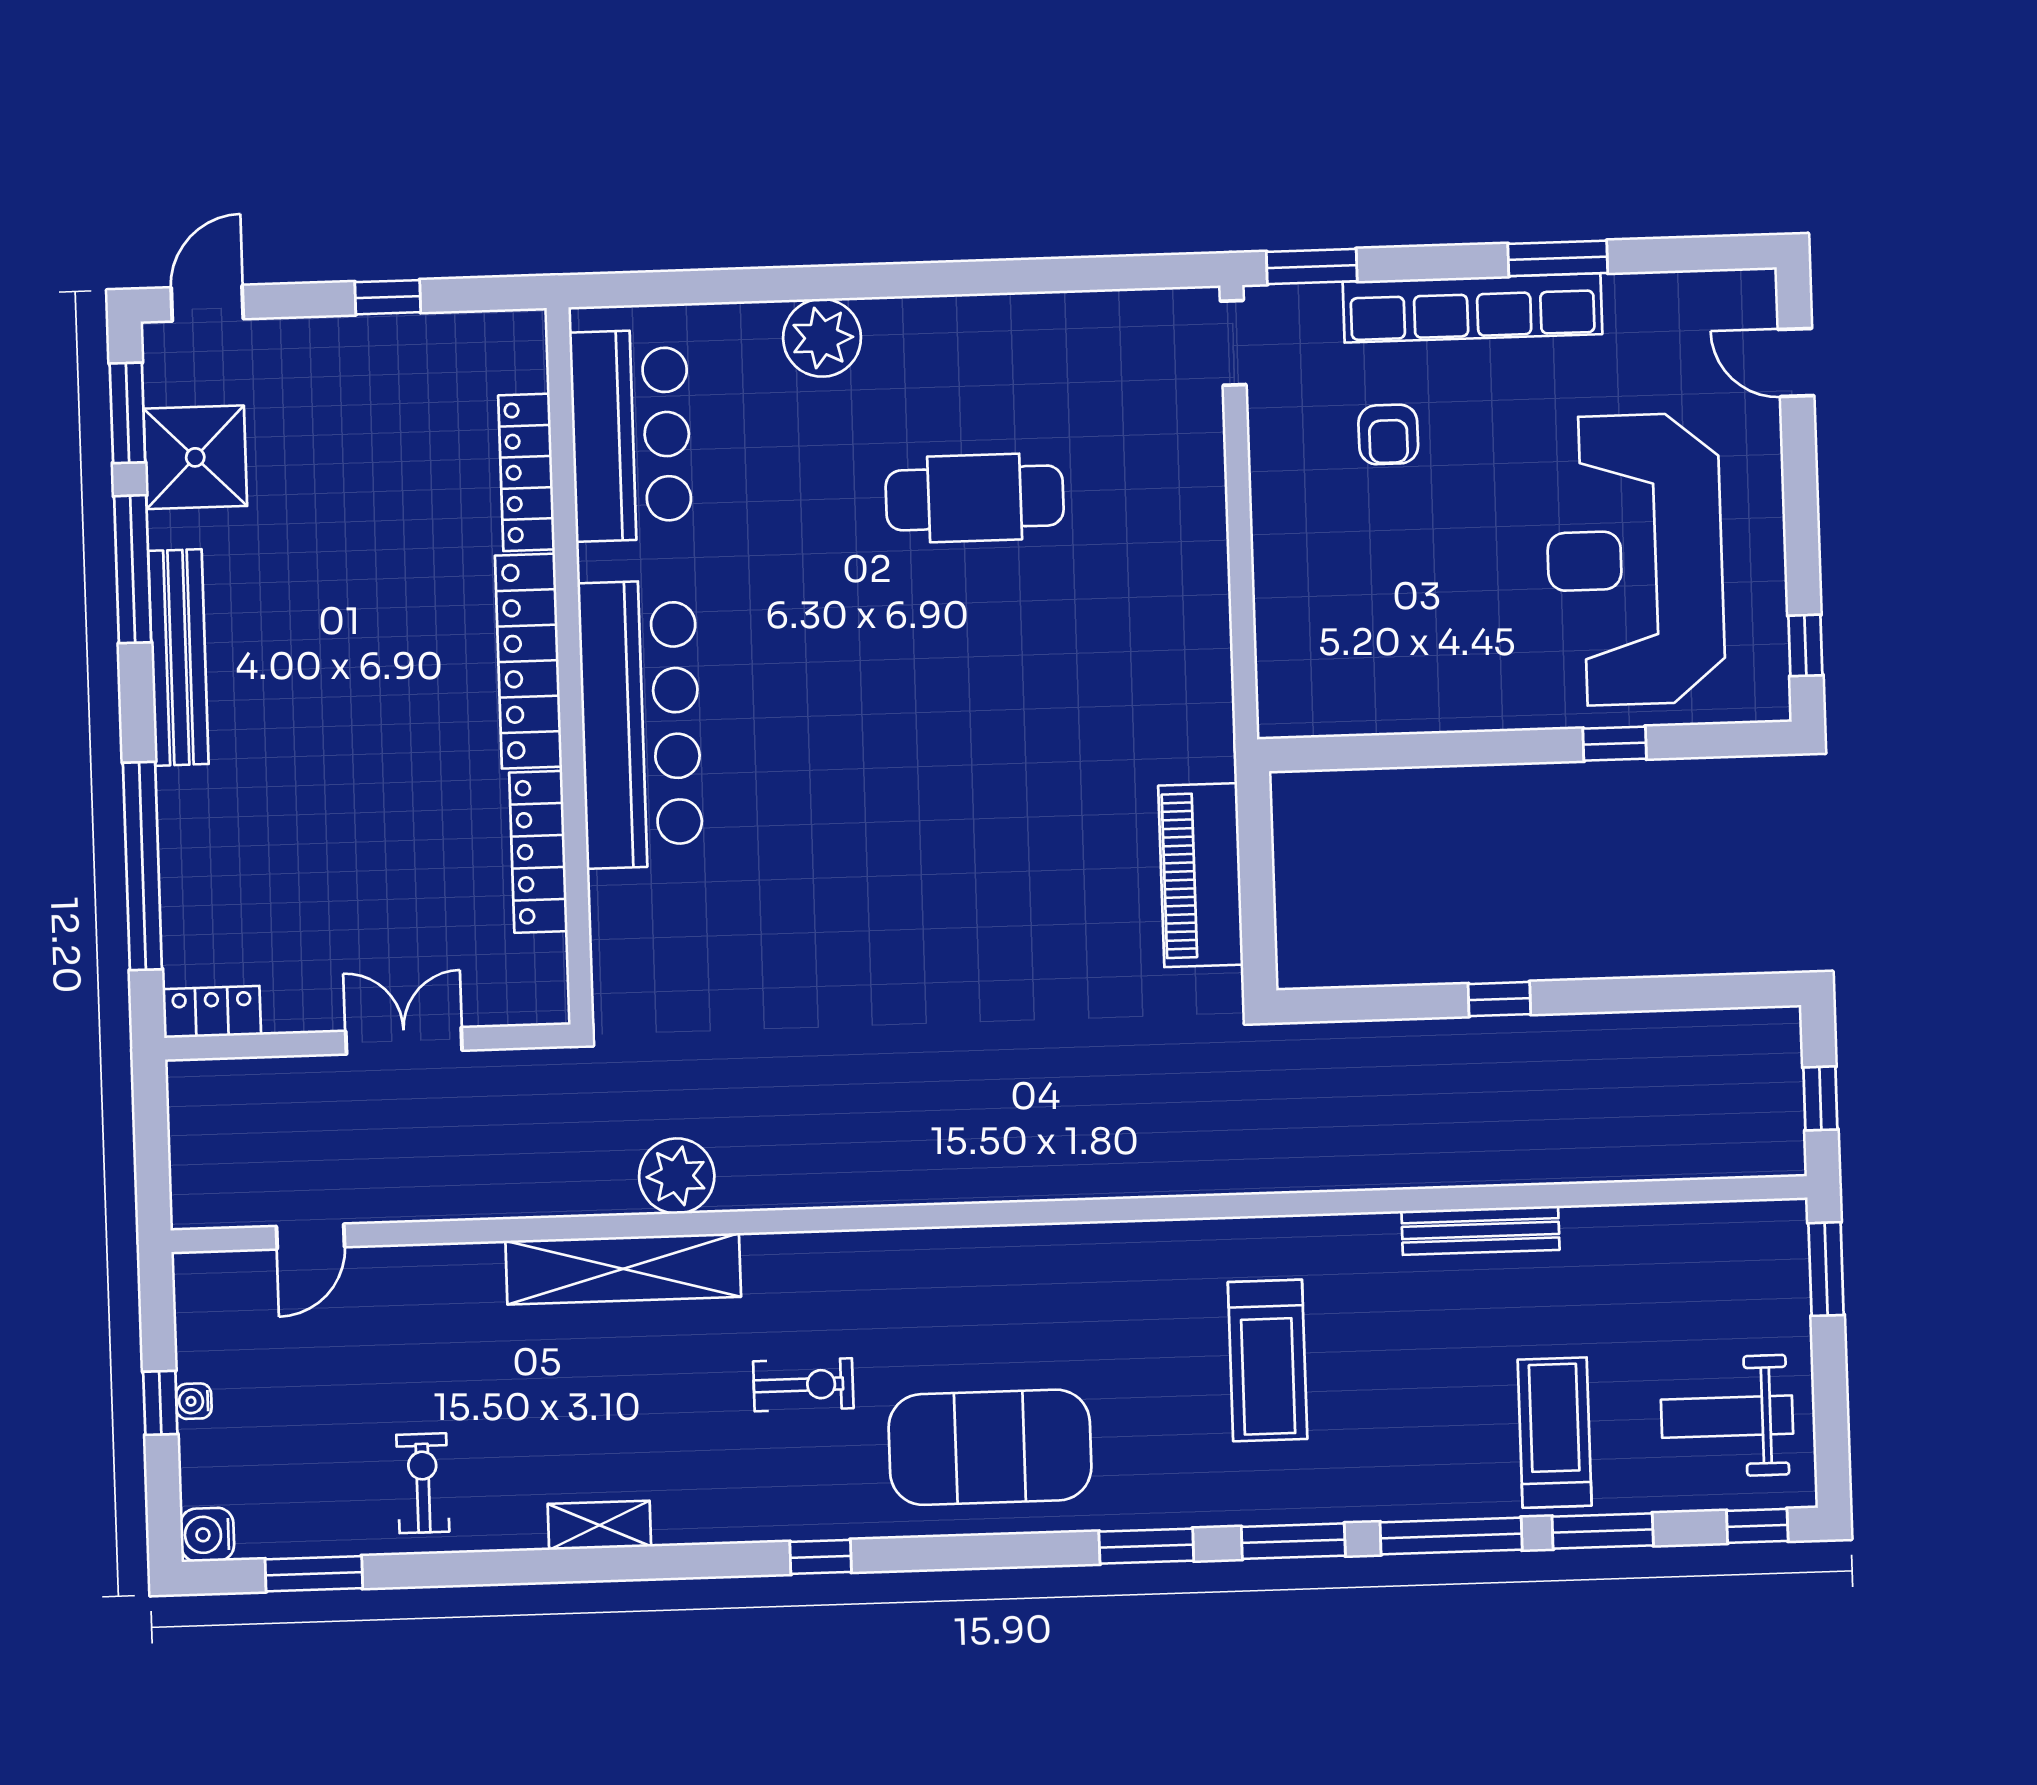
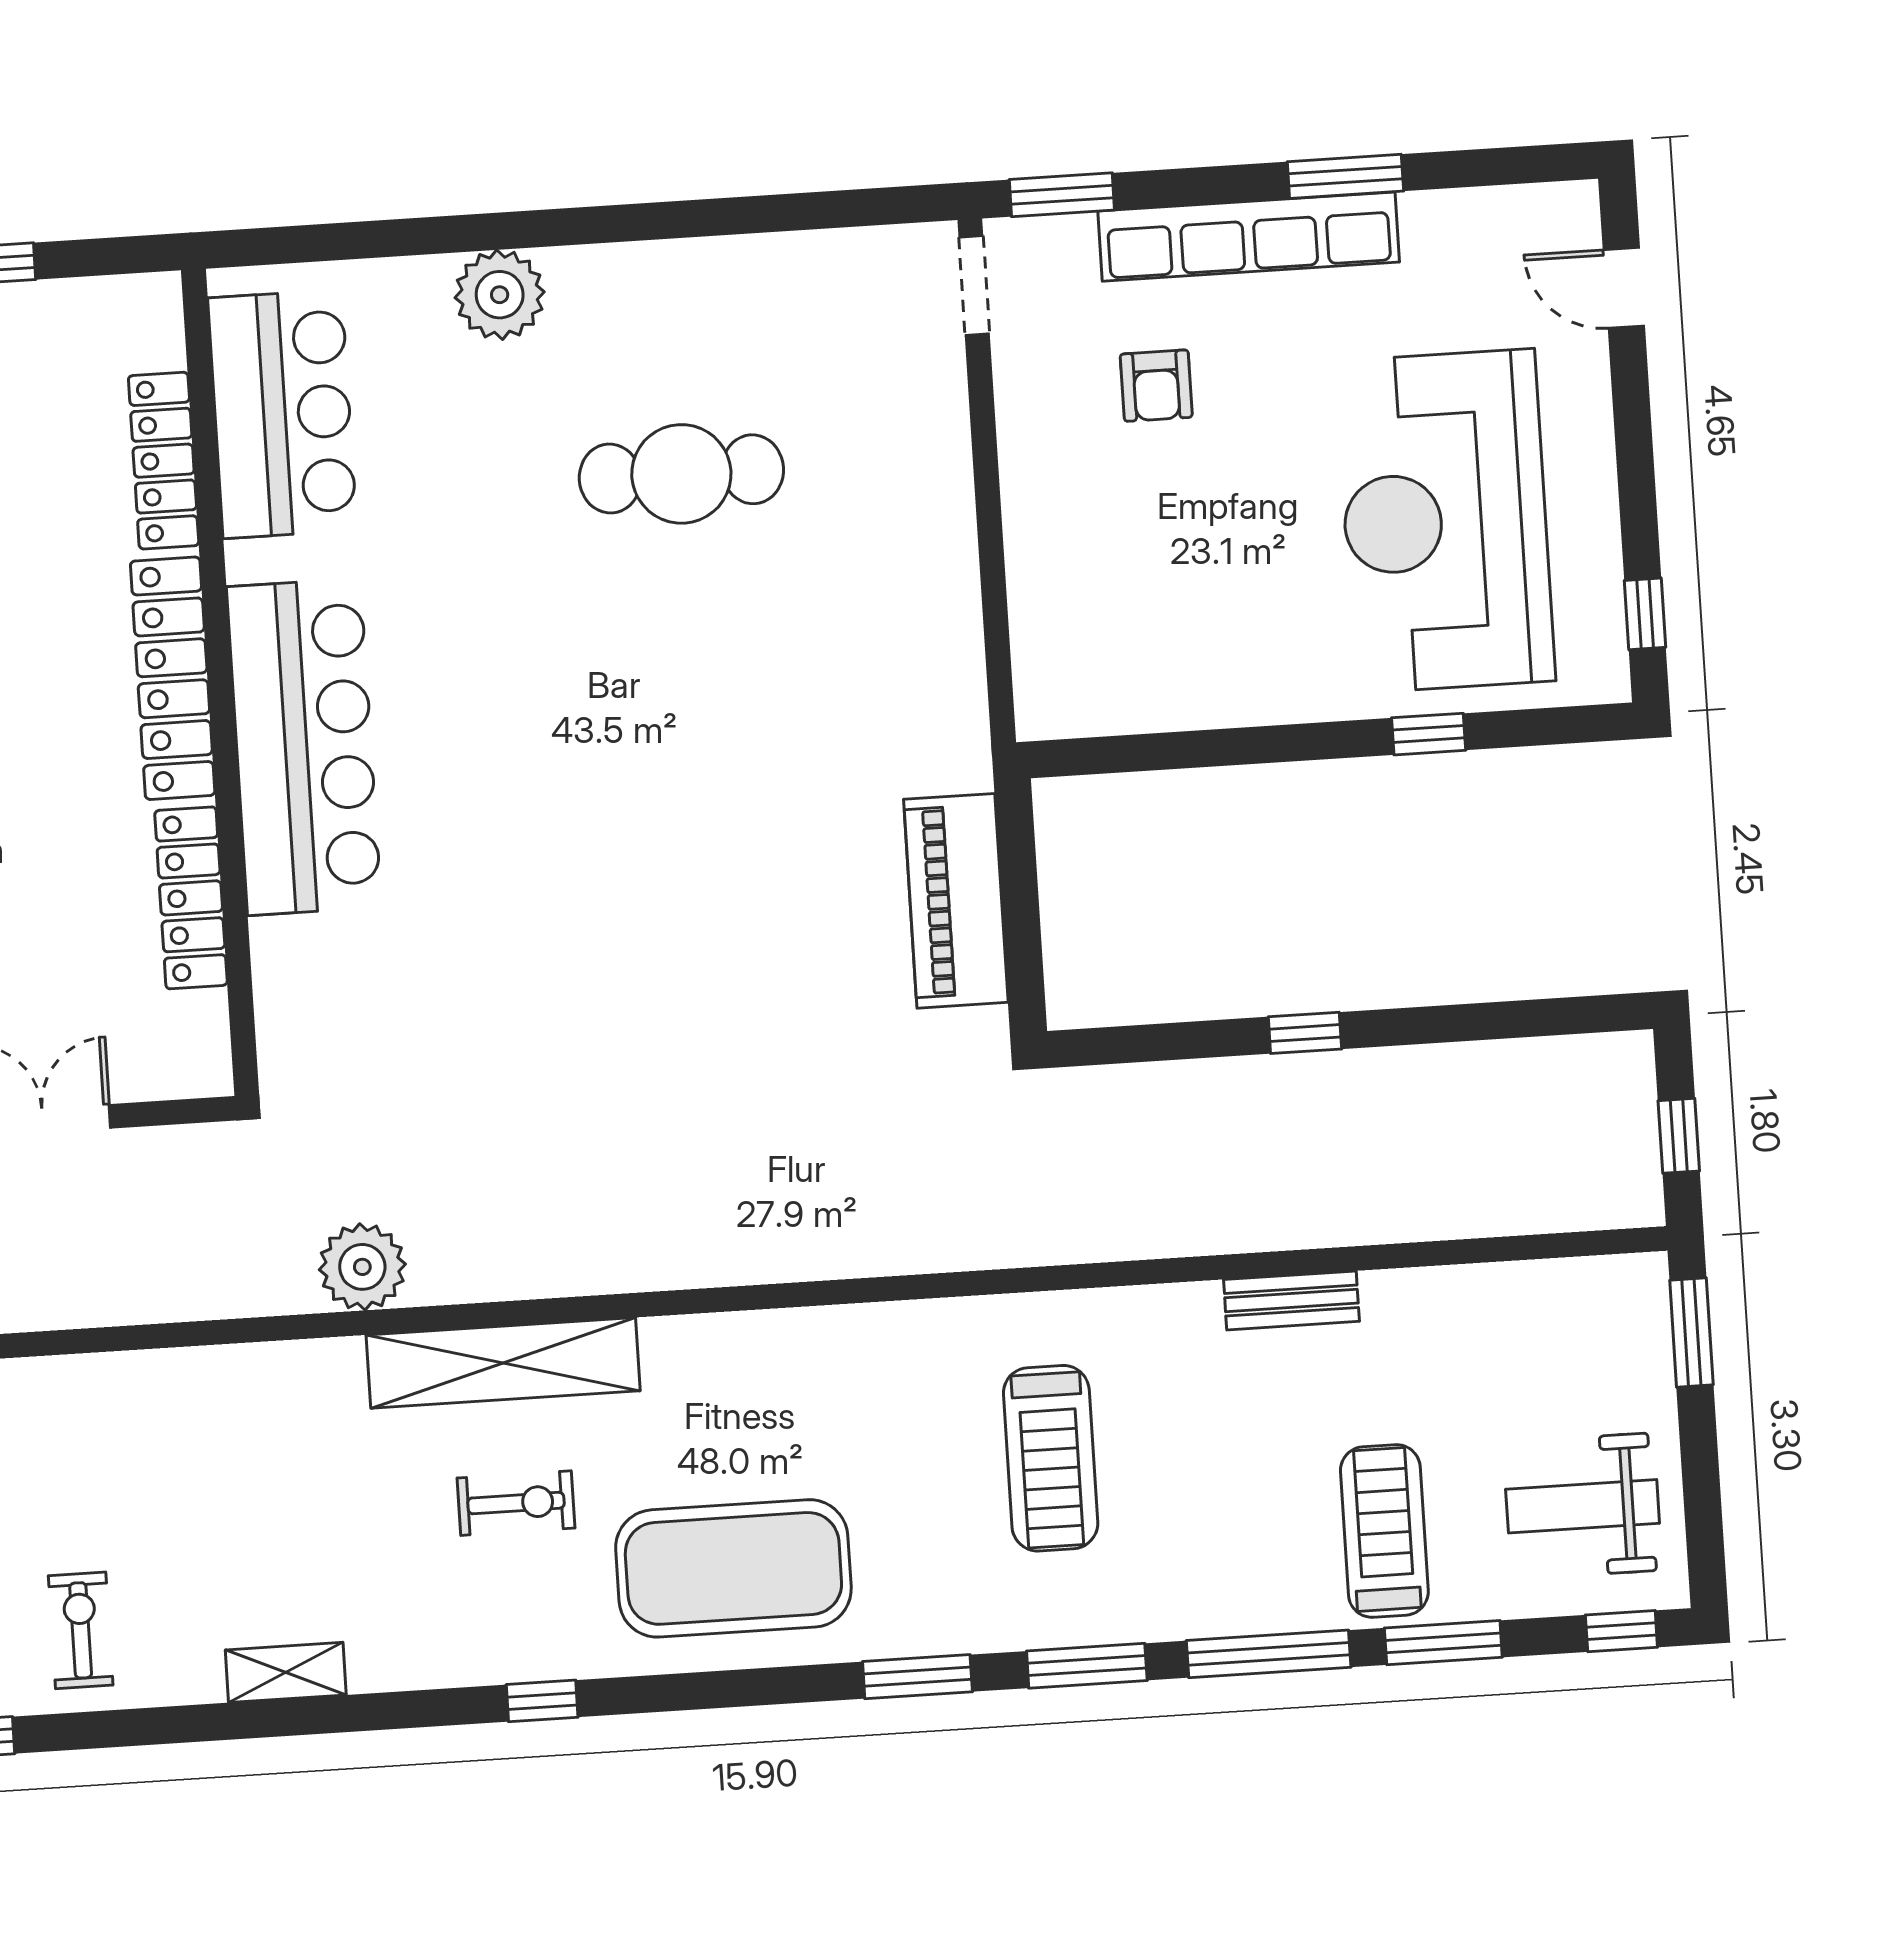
bench: (1480, 1230) -> (1291, 1300), width x0.73
shelving: (623, 1269) -> (503, 1363), moved

